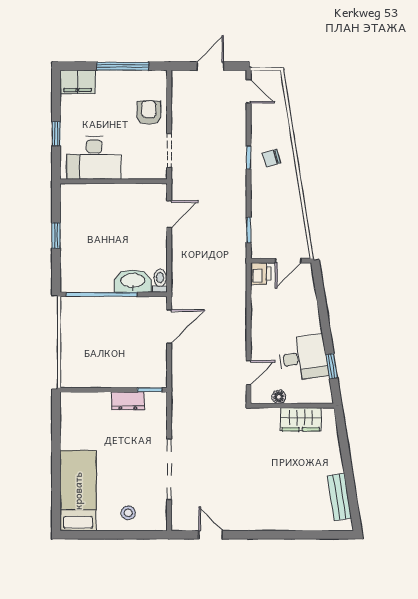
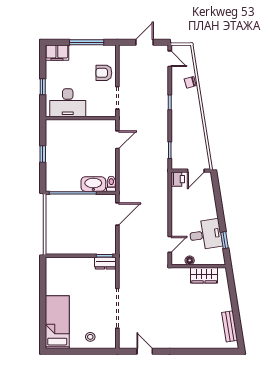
armchair: (149, 113) -> (104, 73), turned -90
chair: (272, 158) -> (190, 82), moved
dresser: (128, 401) -> (105, 263), moved

